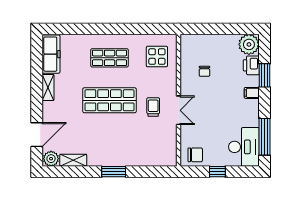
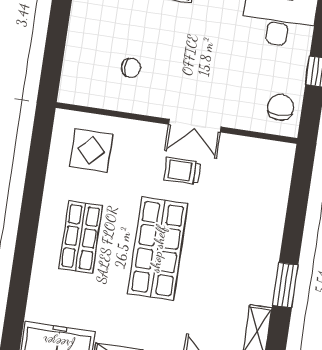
double door: (179, 110) -> (195, 126), swing flipped
window: (114, 172) -> (285, 285), moved

